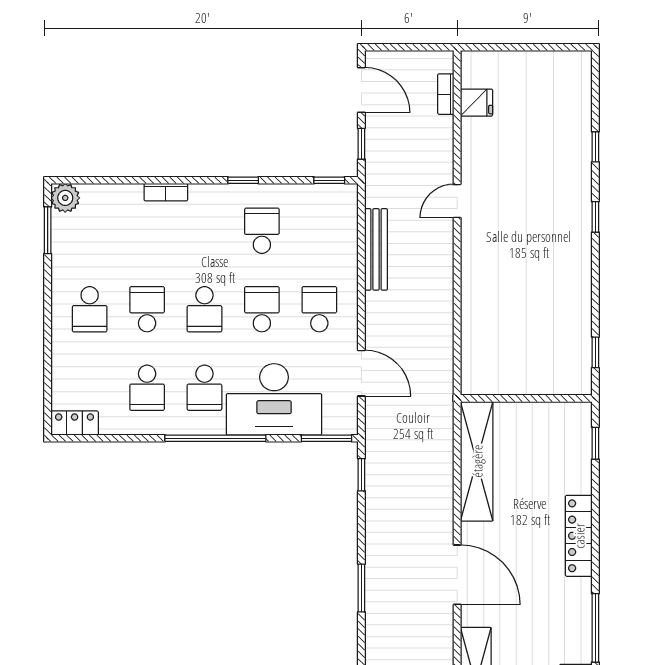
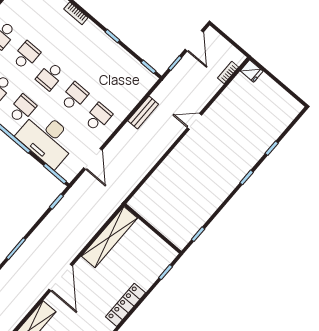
fridge: (476, 103) -> (252, 71), moved
school desk: (262, 231) -> (102, 64), removed
bench: (376, 249) -> (143, 112), width x0.73
school desk: (204, 388) -> (22, 109), turned 180

